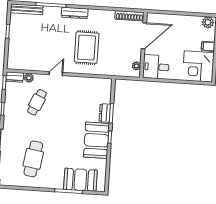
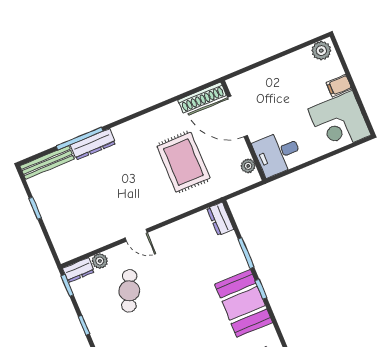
dresser: (75, 13) -> (93, 144), moved
door: (144, 36) -> (238, 116), swing flipped
rug: (87, 48) -> (183, 162), moved
door: (56, 74) -> (136, 235), swing flipped
dresser: (105, 113) -> (220, 219), moved

